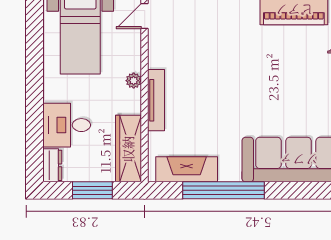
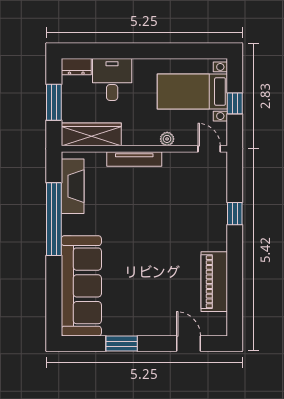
plant: (134, 81) -> (167, 139), moved

